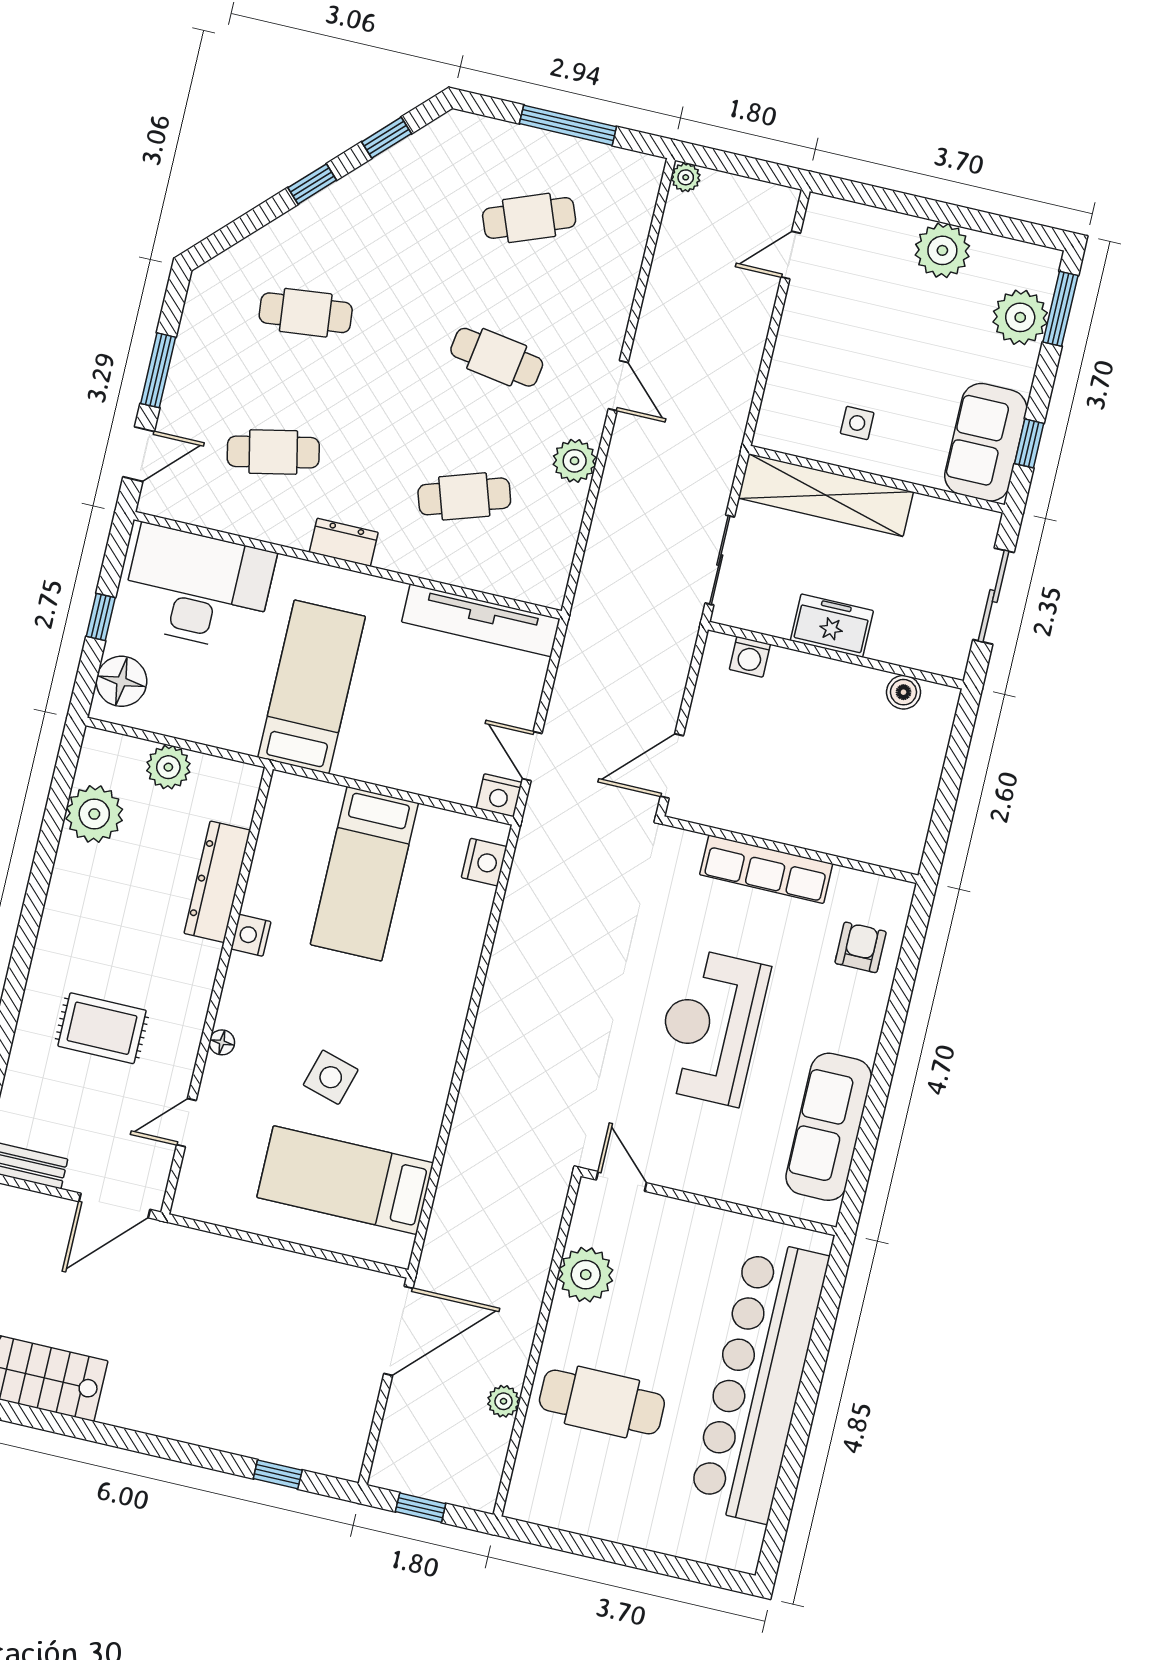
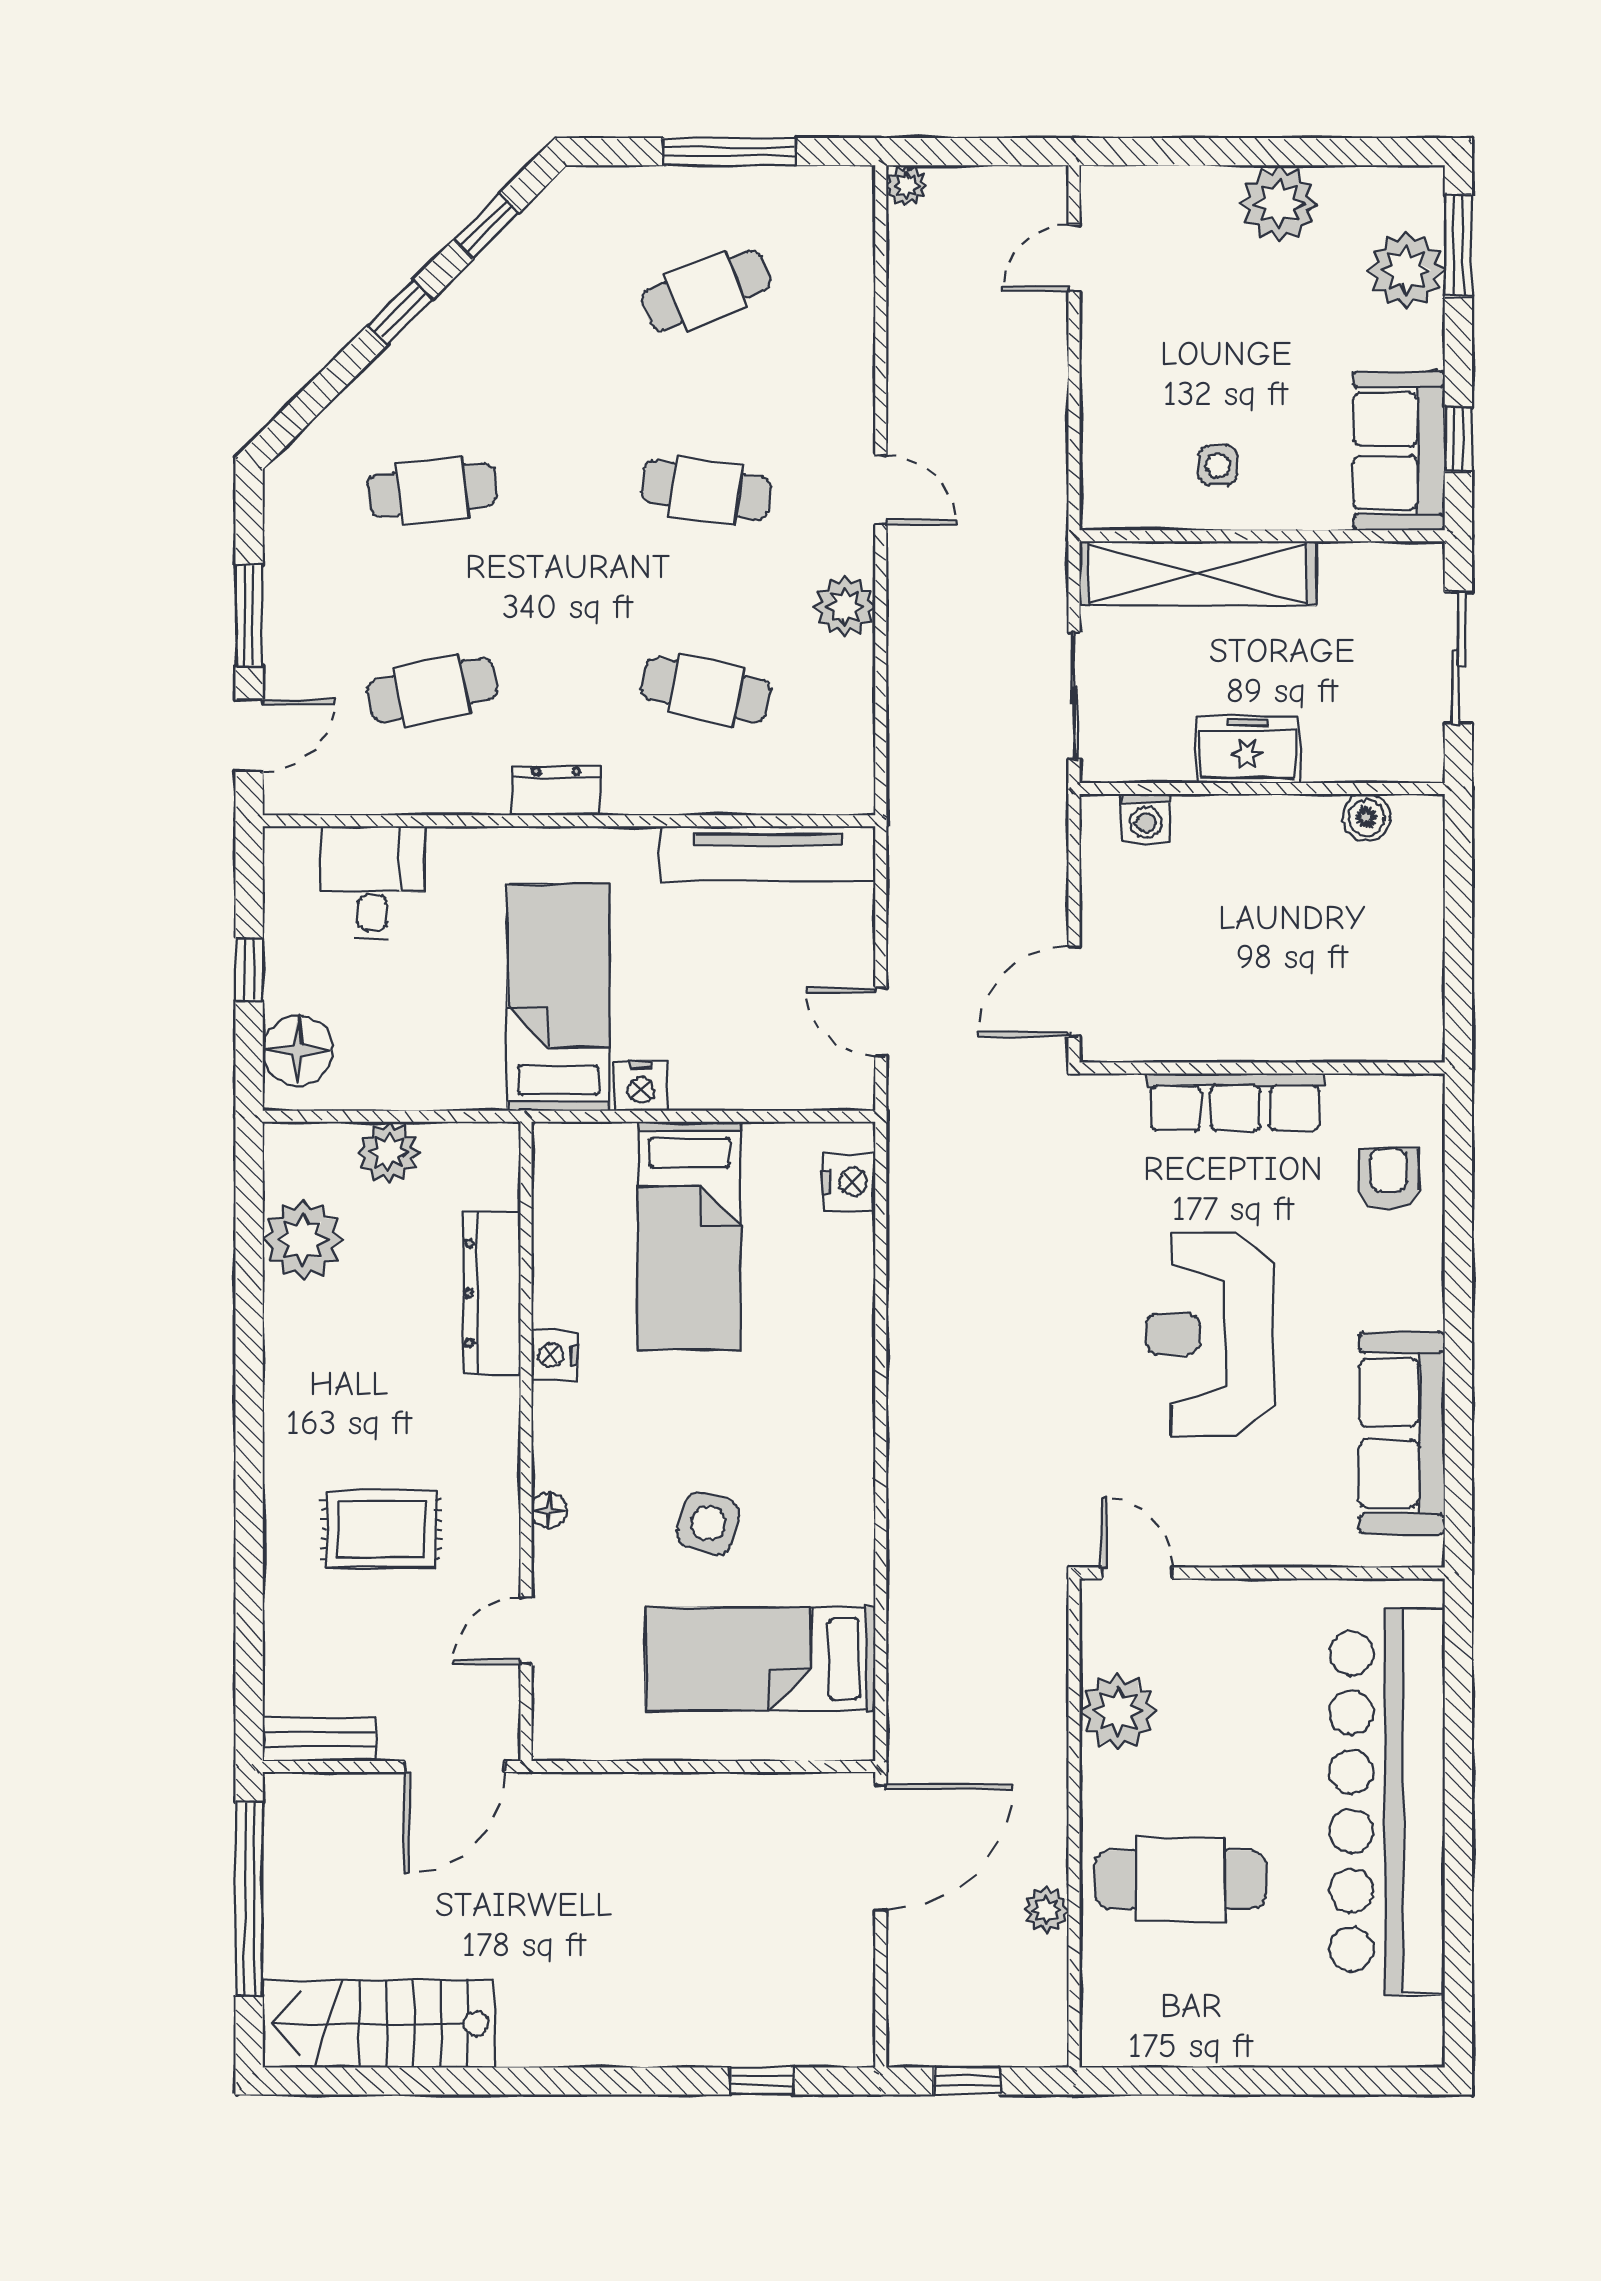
cafe table: (464, 496) -> (706, 690), turned 30
desk: (198, 588) -> (372, 882), width x0.53, depth x0.77
nightstand: (499, 795) -> (641, 1086), moved

